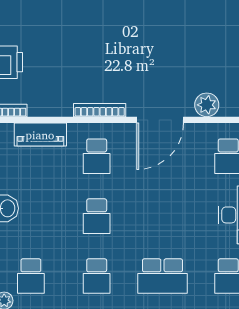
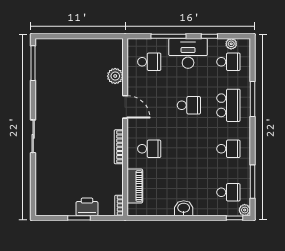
door: (160, 120) -> (125, 107), width x0.73
school desk: (97, 216) -> (189, 105), moved

